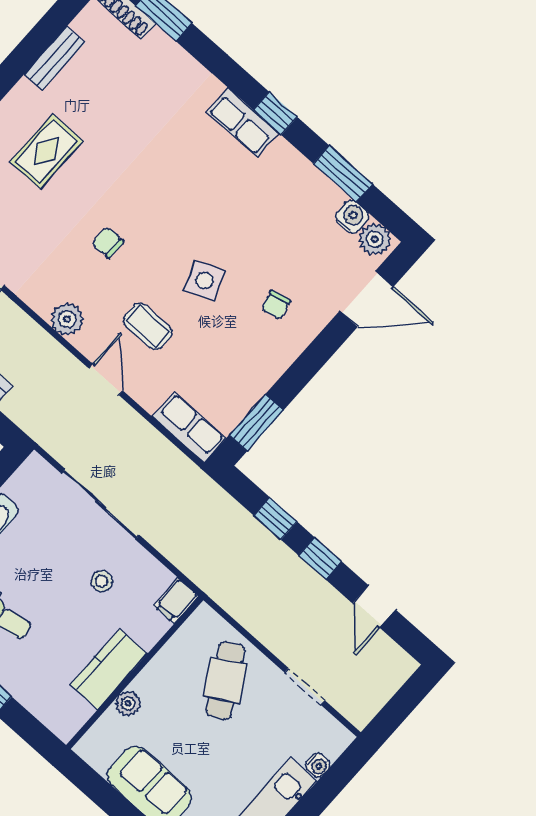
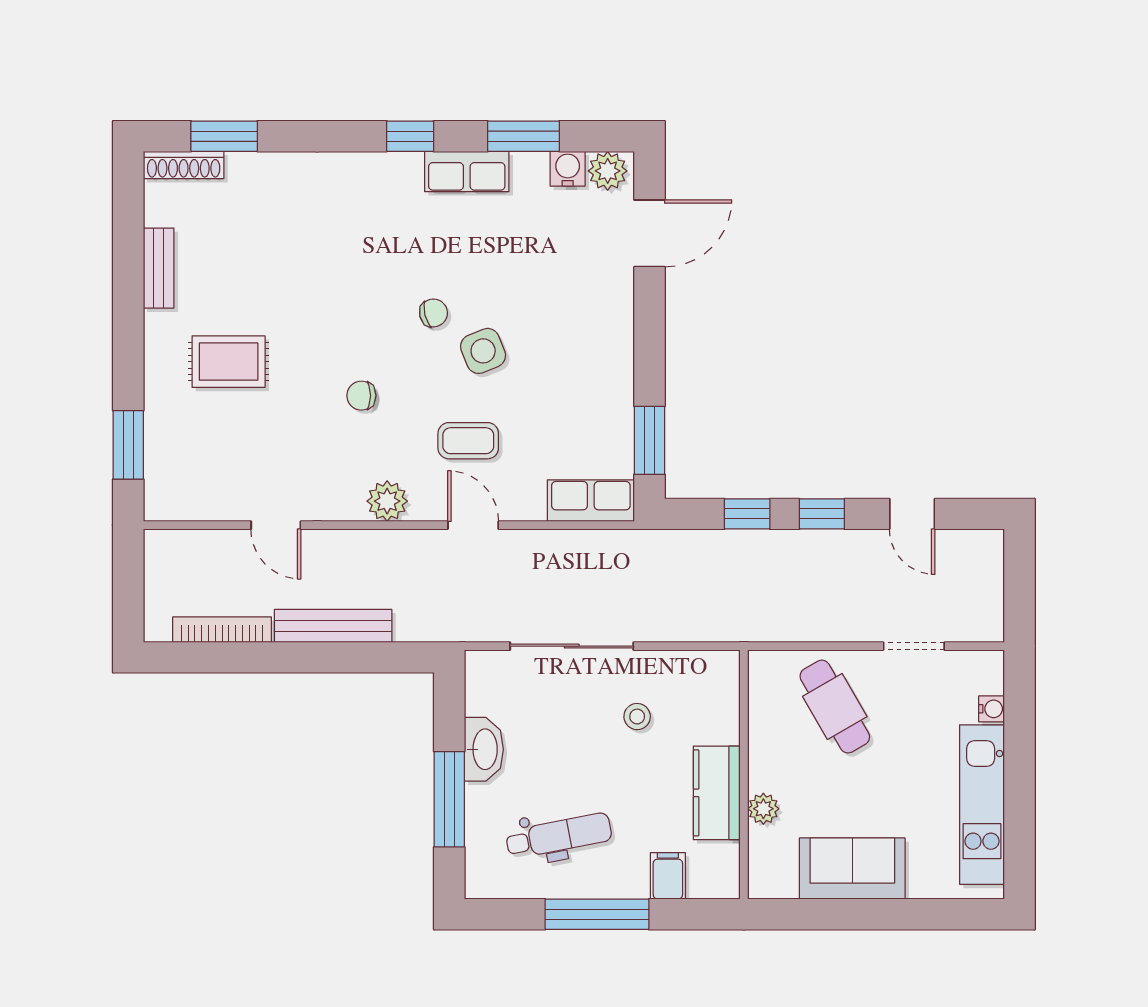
row of seats: (243, 122) -> (467, 172), moved
rug: (47, 151) -> (229, 362), turned 90
chair: (276, 305) -> (433, 313), moved, turned -91
filing cabinet: (176, 601) -> (668, 876), moved, turned 180

